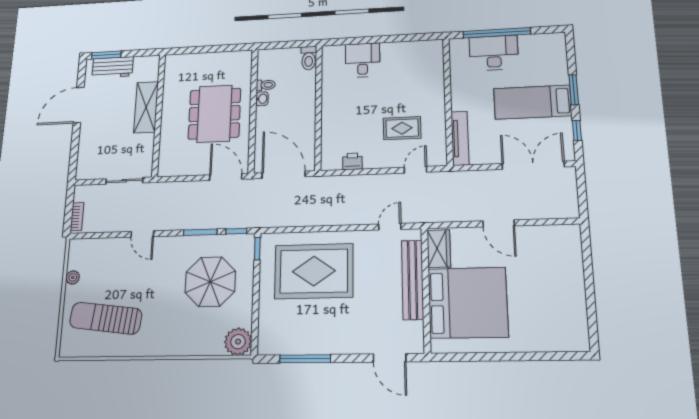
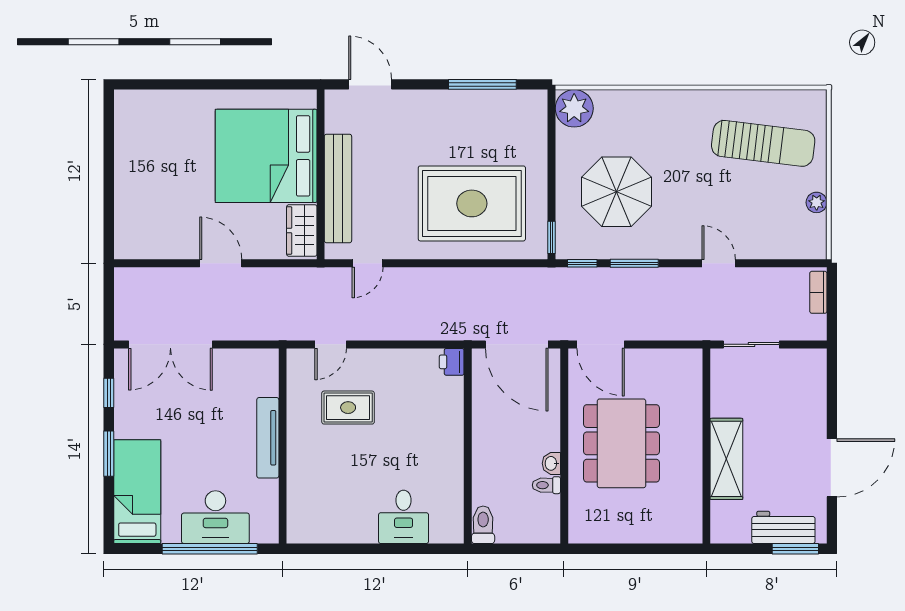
bed: (532, 102) -> (137, 492), moved, turned -90
tv unit: (460, 138) -> (268, 438), moved
printer: (352, 161) -> (452, 362), moved, turned 90

